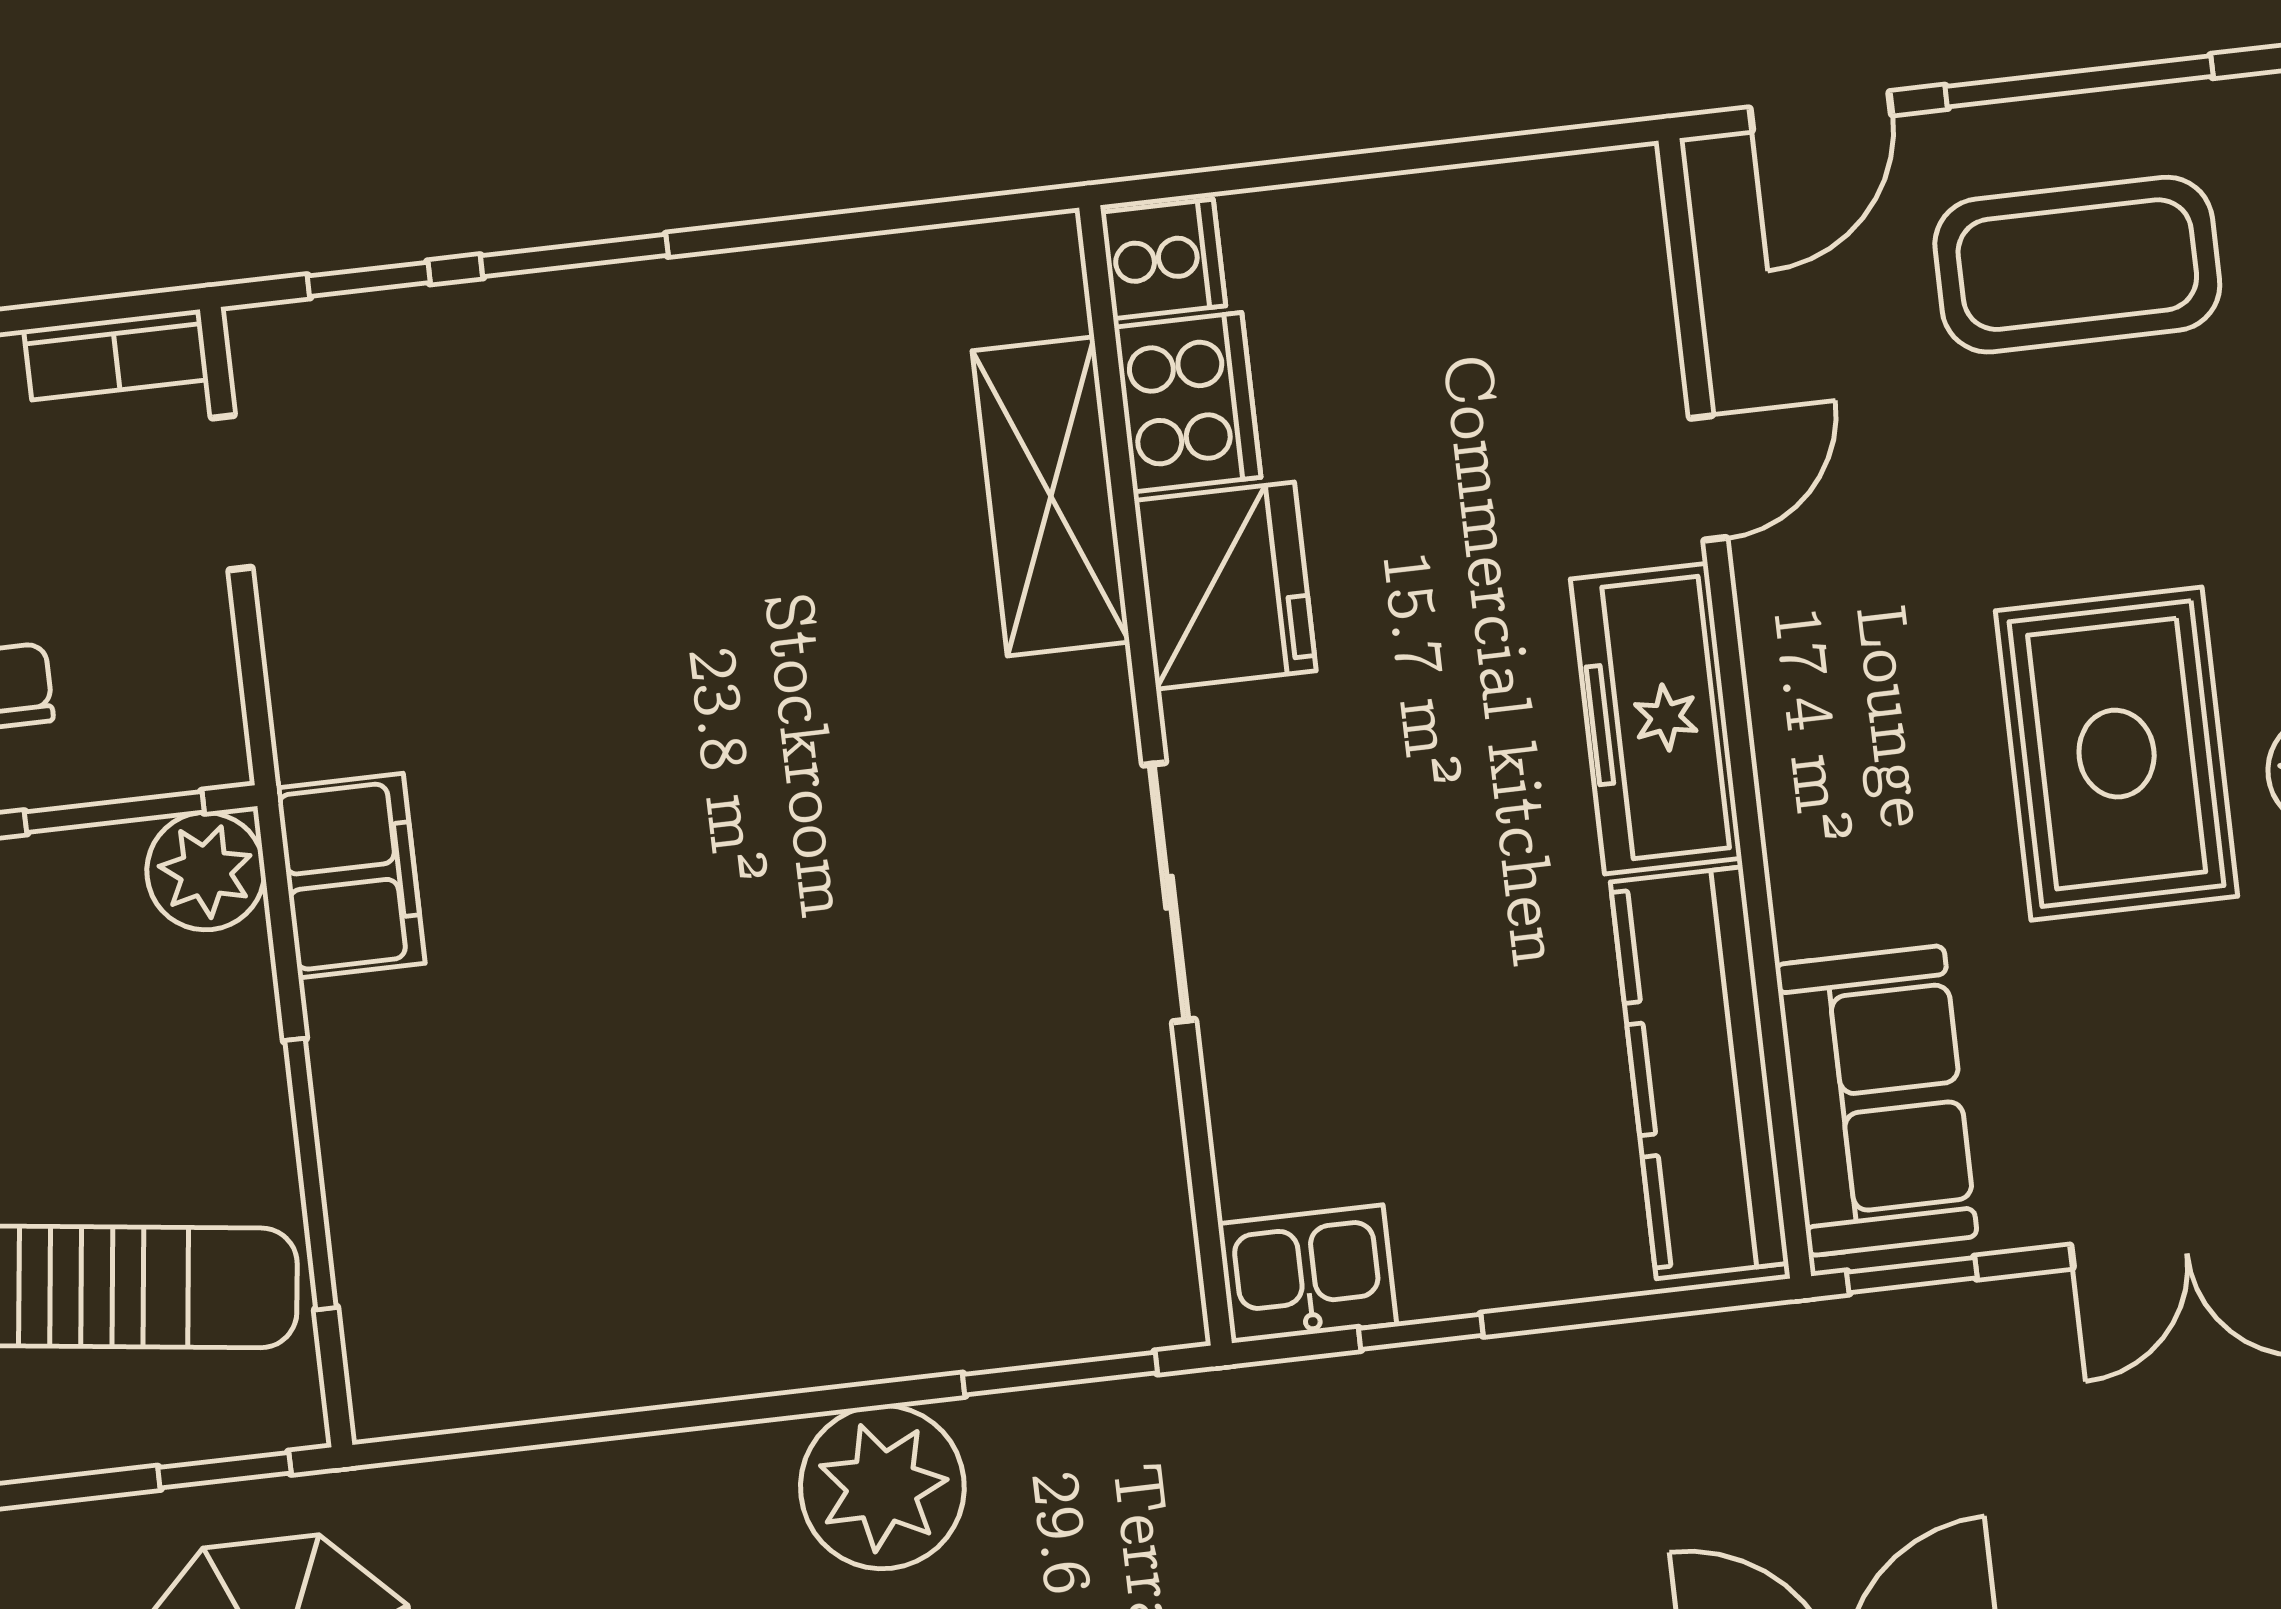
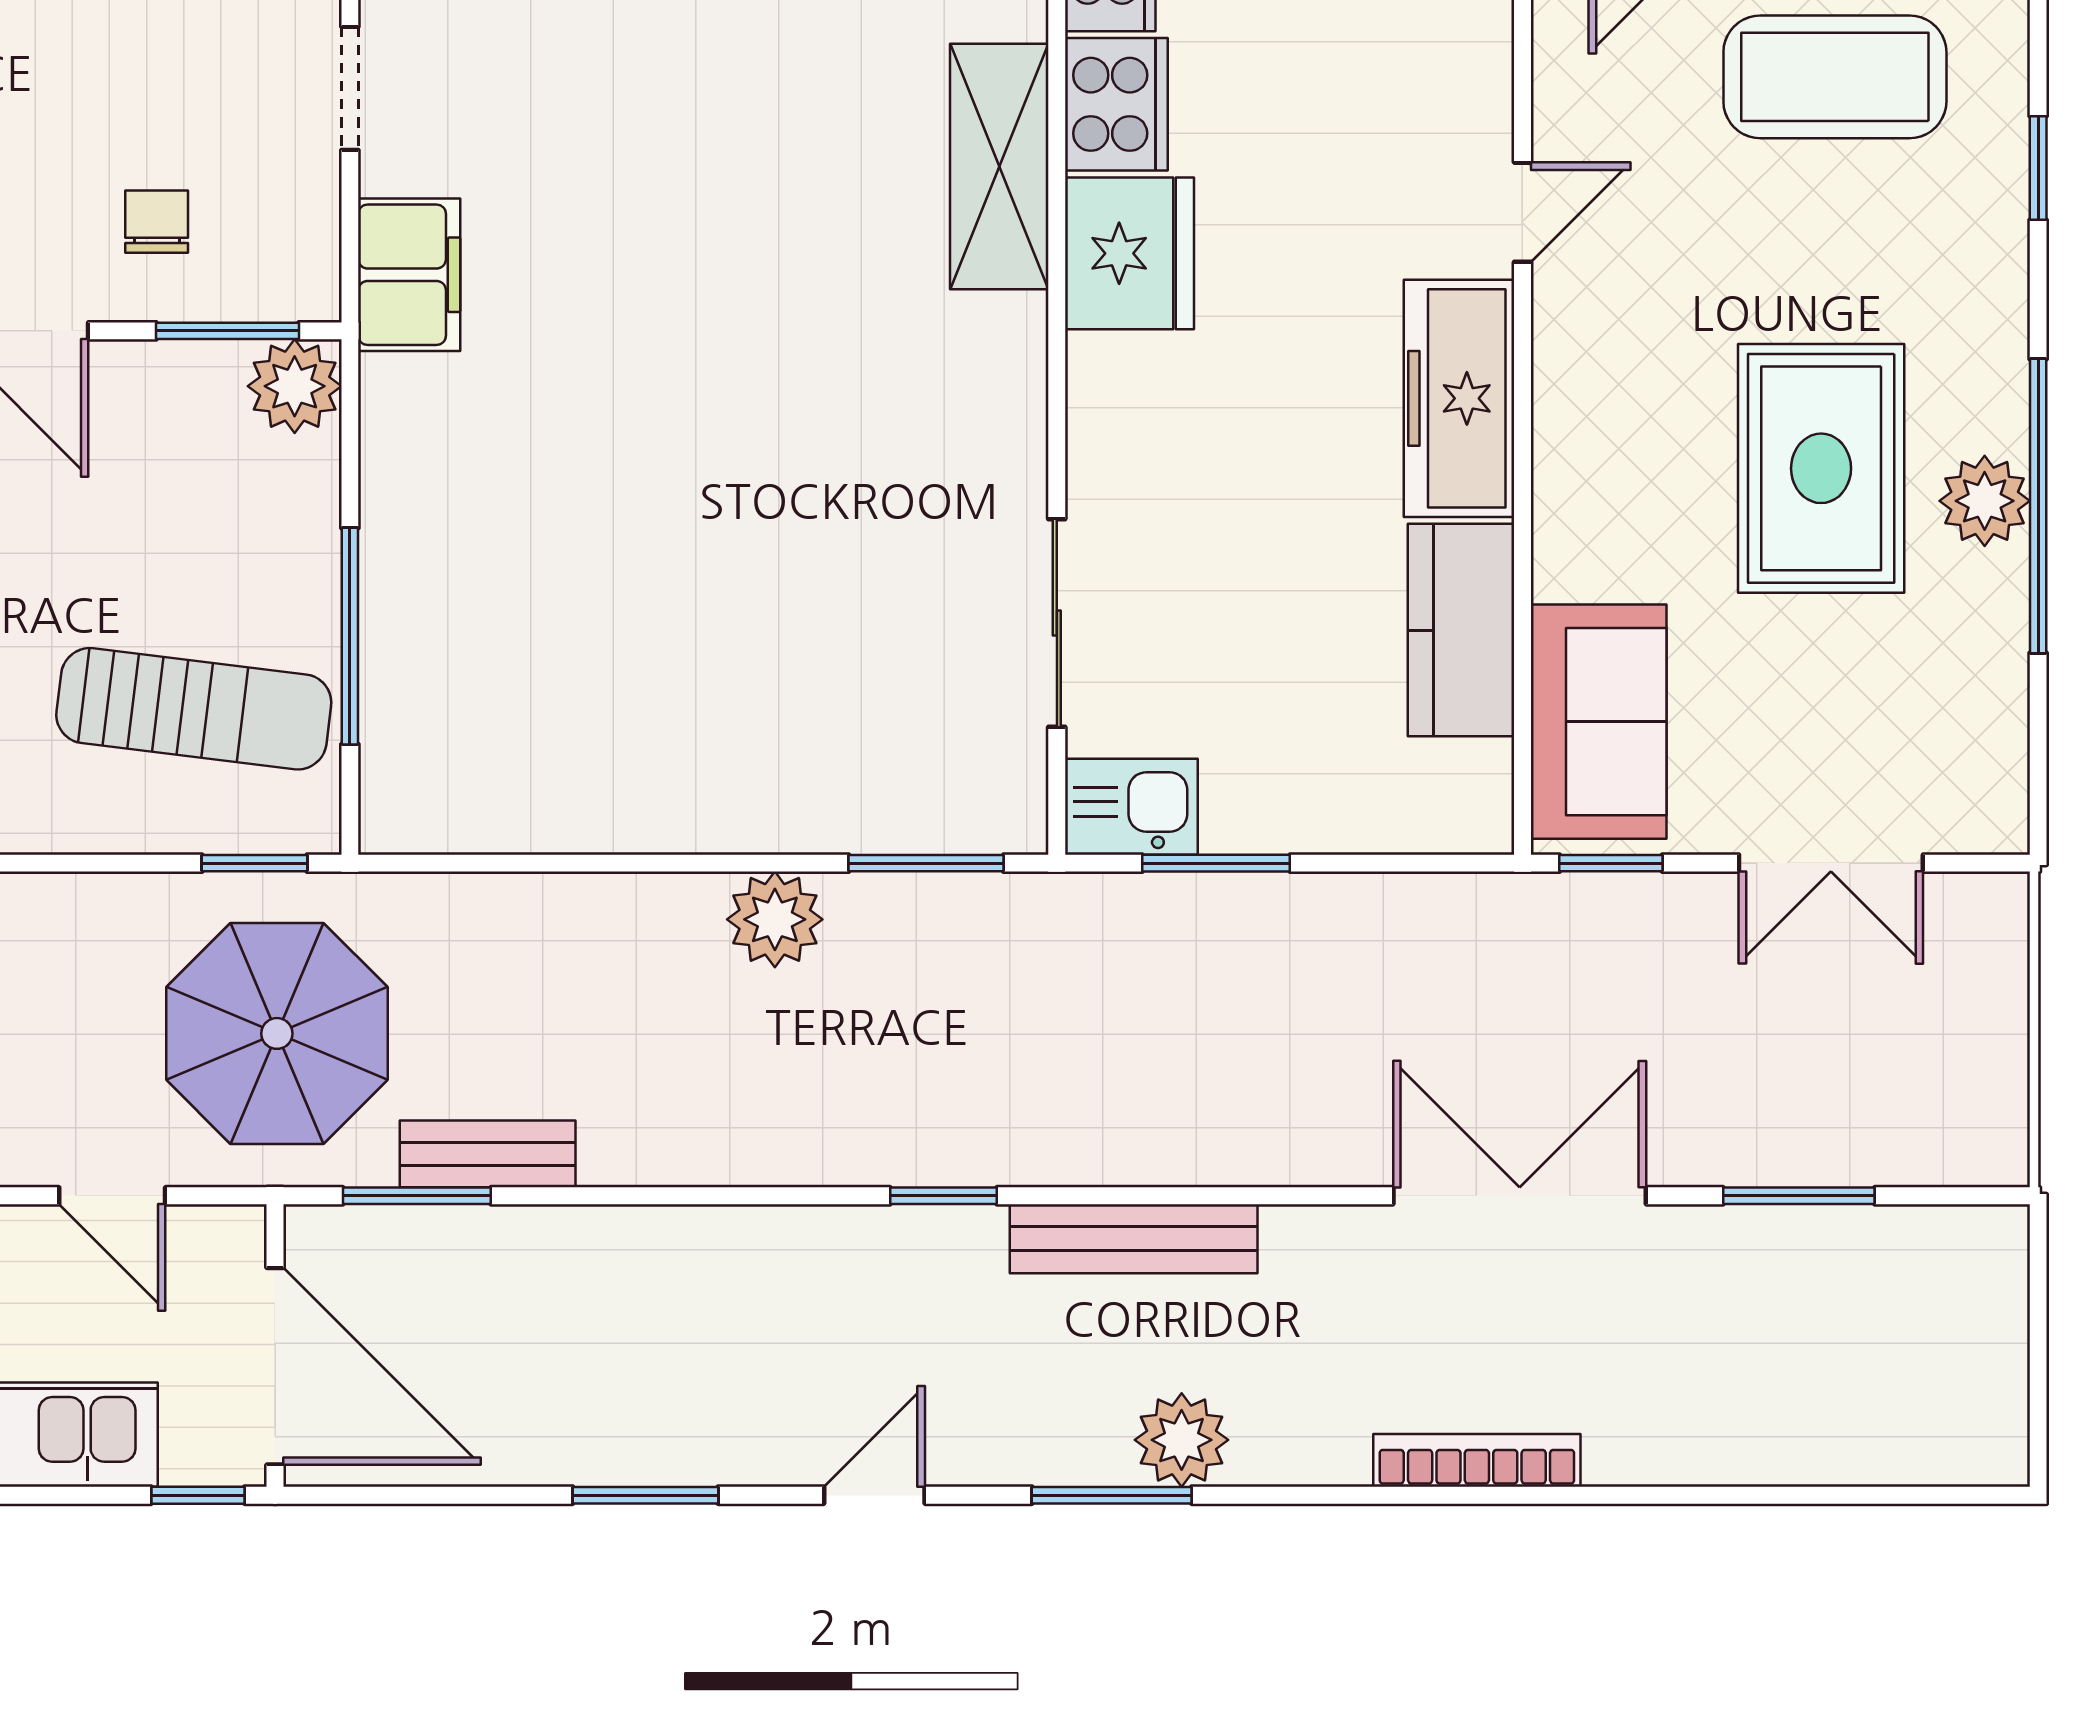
filing cabinet: (351, 876) -> (409, 275), moved
sliding door: (1169, 892) -> (1057, 623), moved
kitchen counter: (1699, 1073) -> (1461, 630), width x0.67
window: (1421, 1332) -> (1216, 863), width x1.50
plant: (882, 1487) -> (775, 919), width x0.73, depth x0.73

